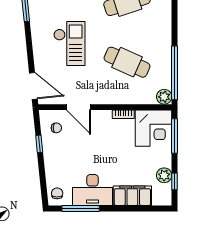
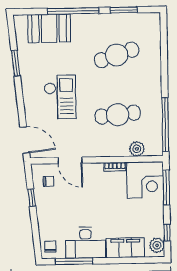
cafe table: (127, 62) -> (118, 115), turned -30
plant: (164, 97) -> (137, 149), moved
plant: (164, 175) -> (157, 245), moved

